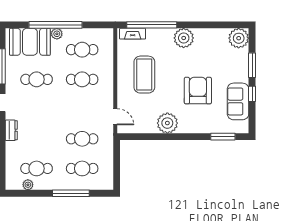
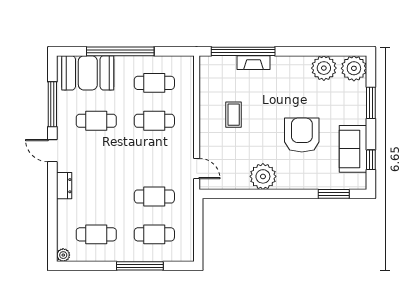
plant: (57, 34) -> (122, 63), removed
fireplace: (133, 34) -> (253, 63), moved
plant: (184, 38) -> (324, 68), moved
coffee table: (144, 75) -> (234, 115), width x0.54, depth x0.58
window: (252, 94) -> (371, 160), moved
plant: (28, 185) -> (63, 255), moved

